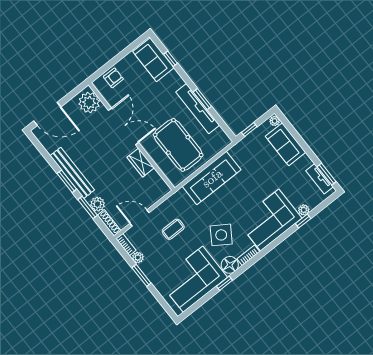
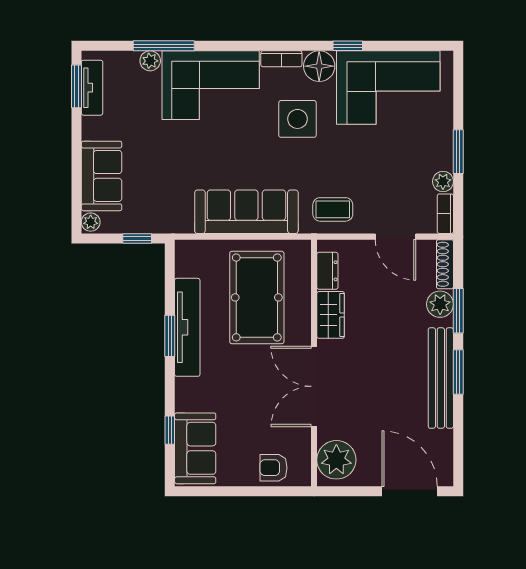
dresser: (157, 180) -> (327, 271), added
window: (303, 221) -> (164, 46), width x2.17
coffee table: (173, 229) -> (333, 209), moved
side table: (221, 235) -> (297, 119), turned -33

